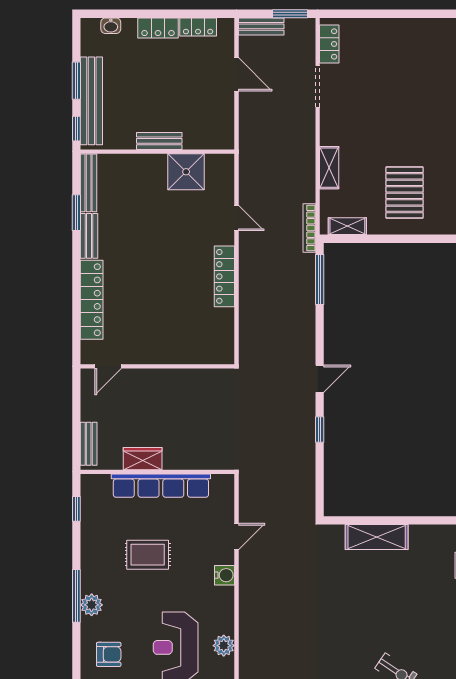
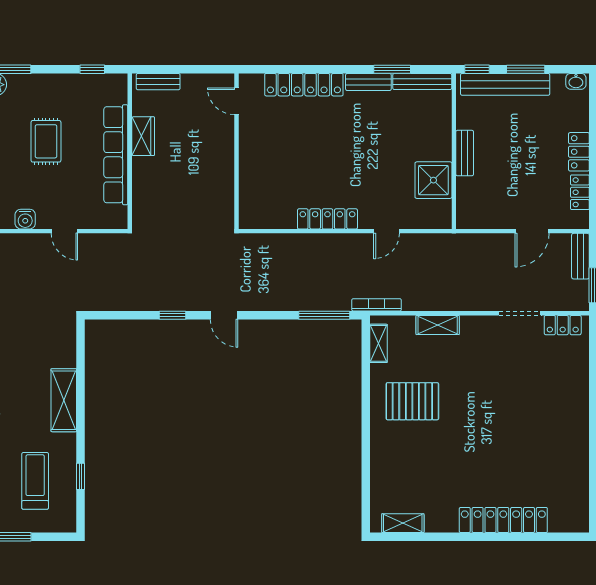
washbasin: (111, 26) -> (576, 81), moved, turned -90
shelving: (377, 537) -> (64, 400), moved

